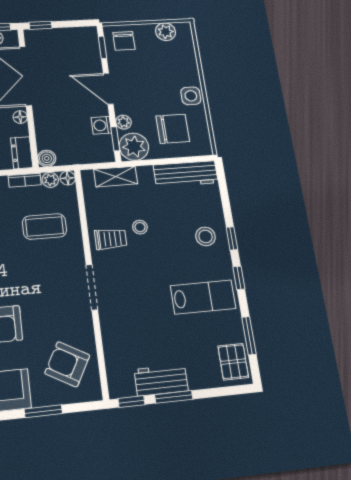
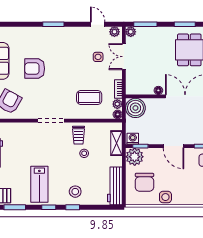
door: (108, 89) -> (173, 146), swing flipped
plant: (124, 122) -> (151, 153), removed
washing machine: (101, 125) -> (133, 139), moved
dresser: (22, 153) -> (136, 89), removed
boiler: (47, 158) -> (135, 108), width x1.86, depth x1.86
coffee table: (44, 226) -> (89, 98), turned 90

